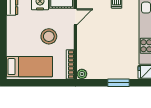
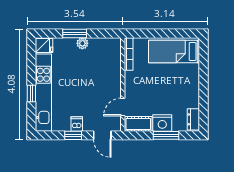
stool: (49, 36) -> (152, 85), removed
plant: (82, 74) -> (82, 43), moved

